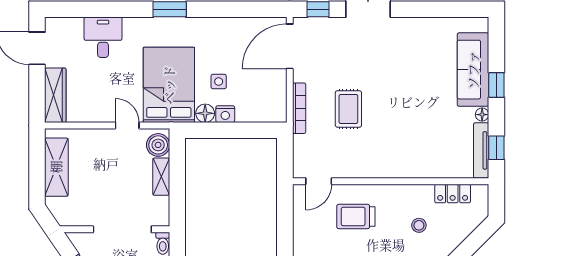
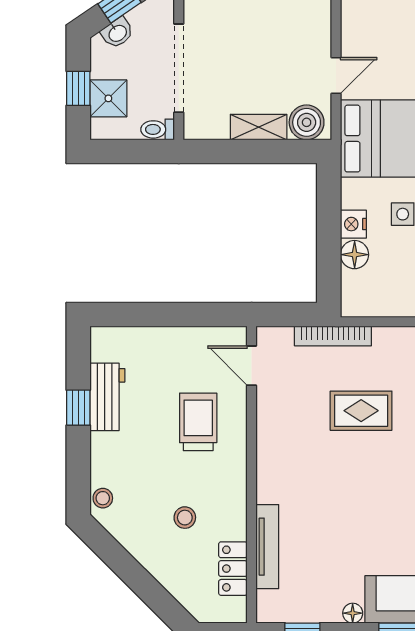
bookcase: (299, 108) -> (333, 336), moved
floor lamp: (205, 113) -> (355, 255), moved
tv unit: (481, 150) -> (267, 547), moved, turned 90

